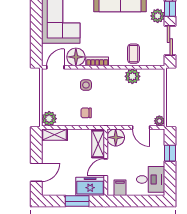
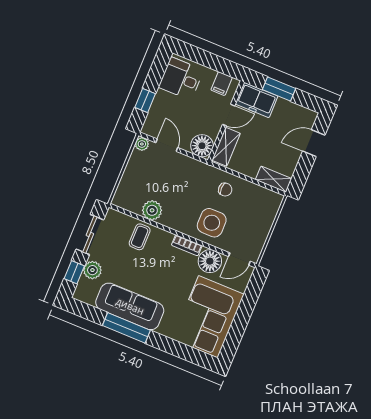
side table: (86, 85) -> (212, 223), width x1.87, depth x1.87
plant: (49, 119) -> (272, 201), removed

